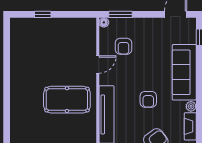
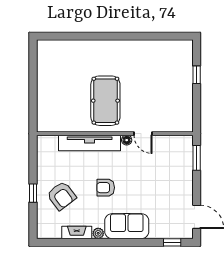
floor lamp: (104, 22) -> (127, 140), moved
armchair: (124, 46) -> (162, 161), removed
sofa: (184, 72) -> (127, 226), width x0.73

